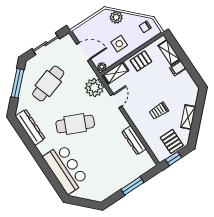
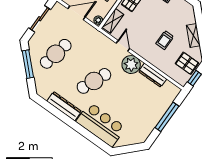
cafe table: (48, 84) -> (56, 54), turned 30
plant: (94, 88) -> (131, 65), moved
dresser: (30, 127) -> (64, 106), moved
window: (132, 186) -> (167, 117), width x1.44

